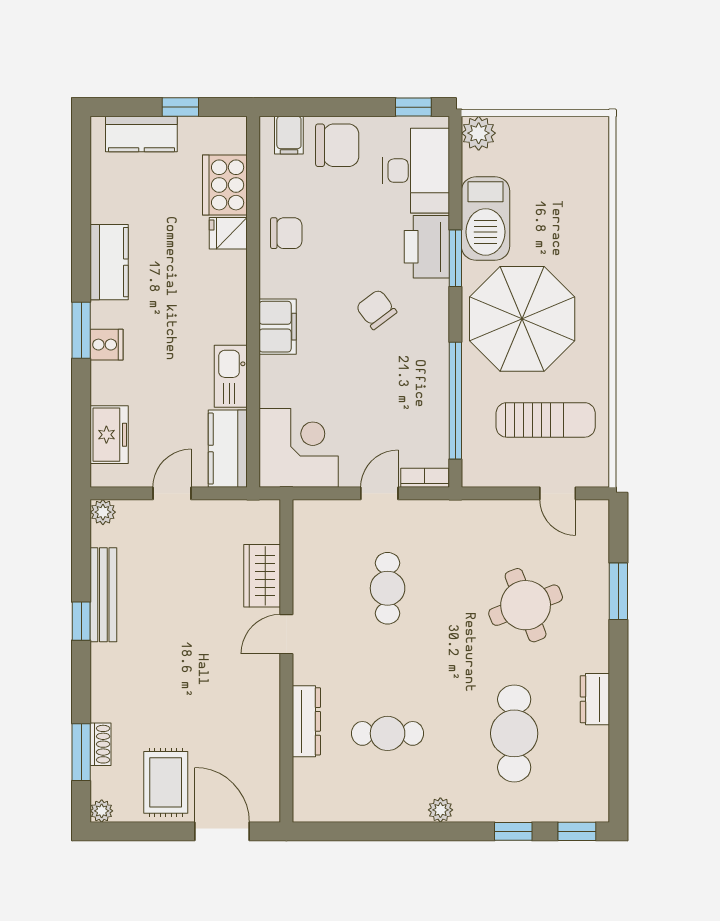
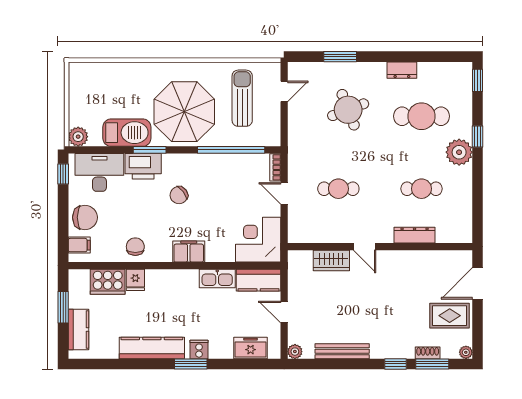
window: (180, 107) -> (63, 307), width x1.50
chair: (337, 145) -> (85, 217), turned 90
kitchen counter: (109, 262) -> (152, 348), width x1.50
window: (81, 621) -> (396, 364), moved
cafe table: (388, 733) -> (422, 189), turned 90
plant: (440, 810) -> (459, 152), width x1.88, depth x1.88
window: (513, 831) -> (478, 137), moved

